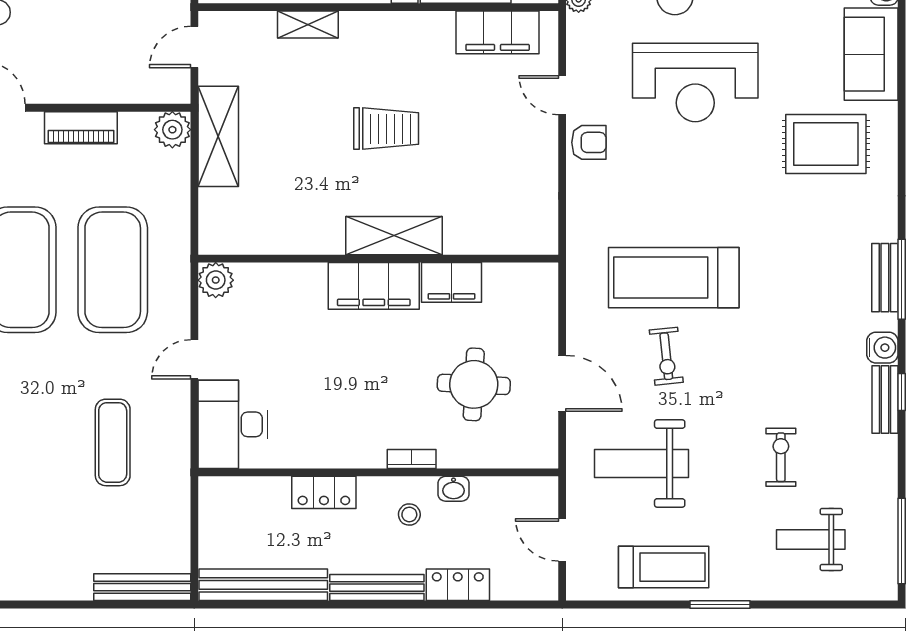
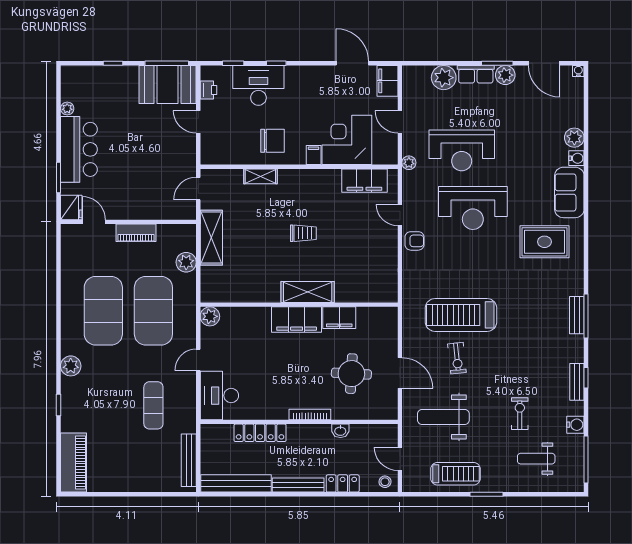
trolley: (386, 129) -> (303, 233), width x0.73, depth x0.72
plant: (172, 130) -> (186, 262), moved
water cooler: (882, 348) -> (575, 425), moved
bookcase: (412, 459) -> (310, 415), width x1.56
locker: (324, 492) -> (260, 433), width x1.53
stool: (409, 515) -> (385, 482), moved
bench: (142, 587) -> (189, 460), moved, turned 90

